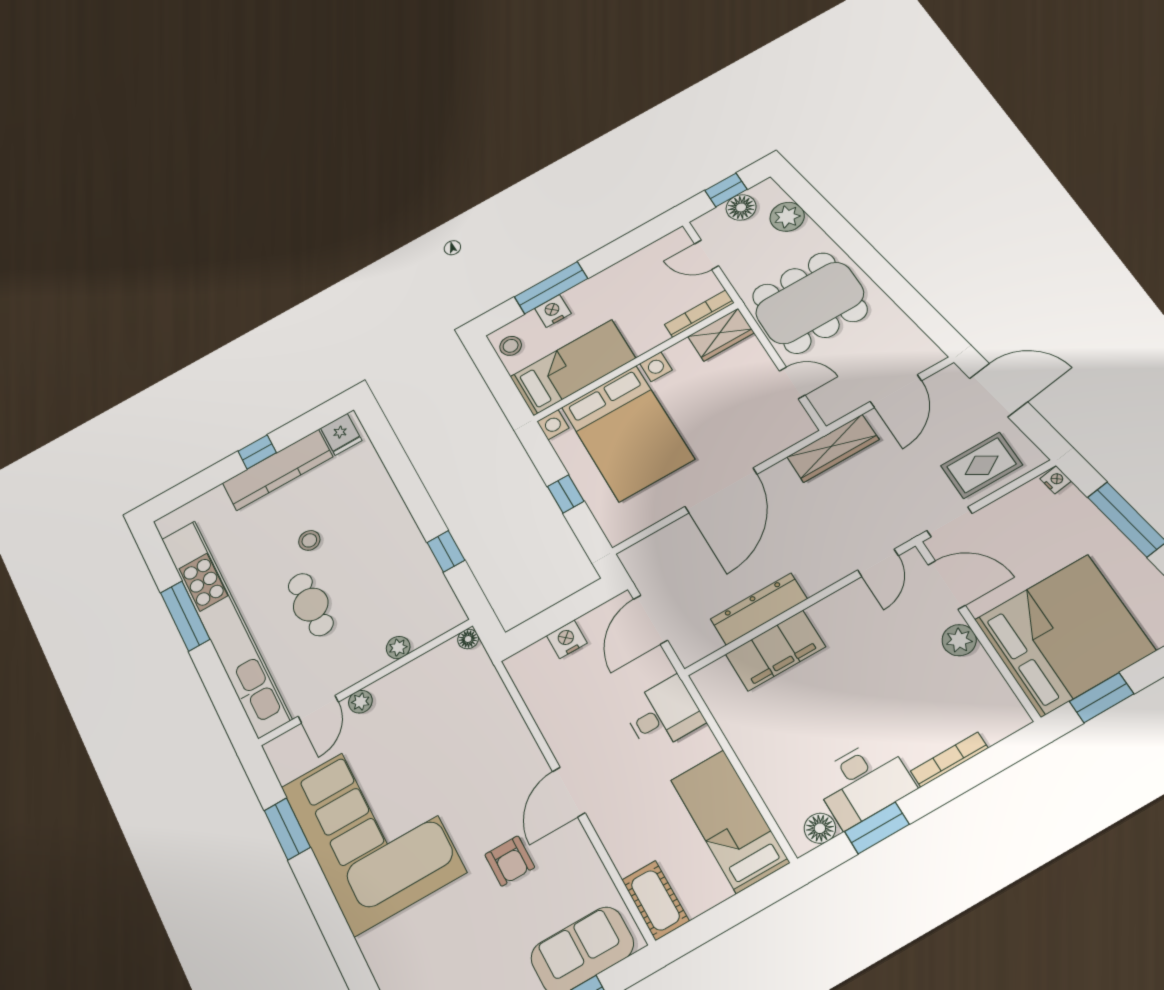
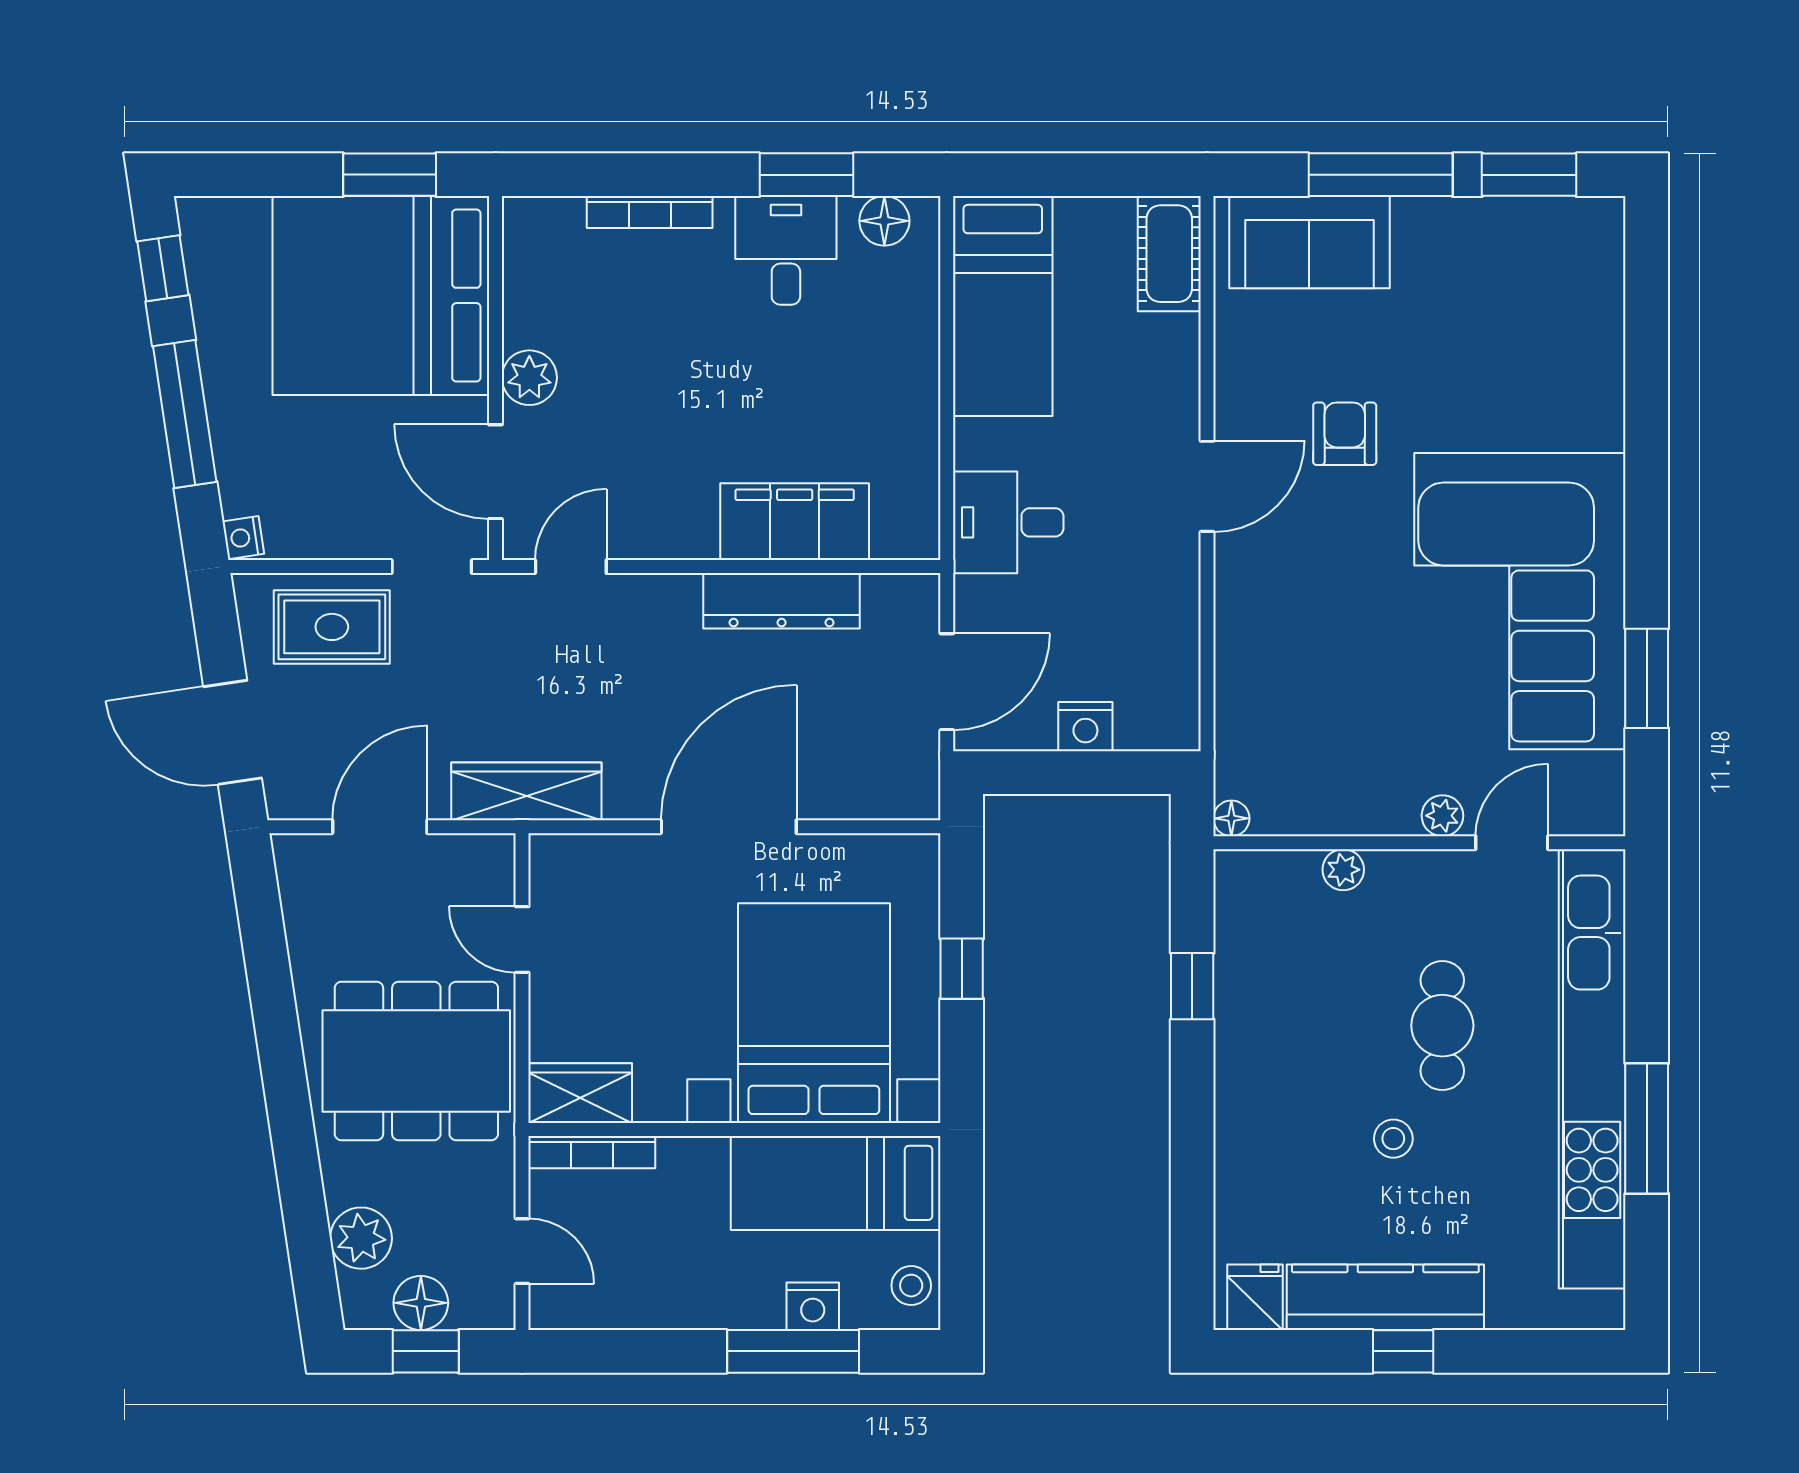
desk: (864, 782) -> (786, 250), width x0.73

